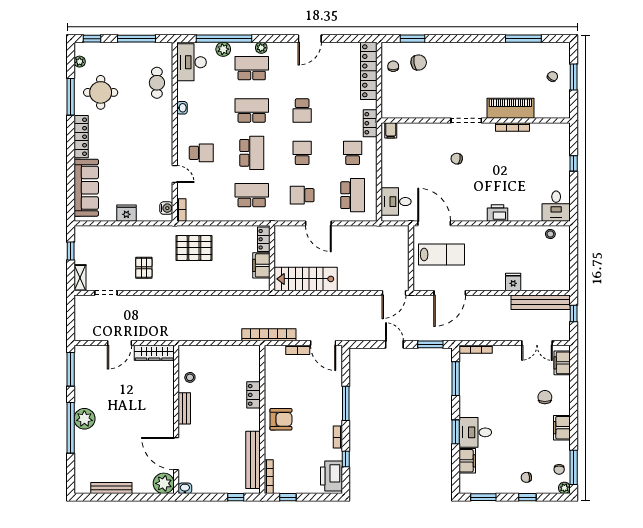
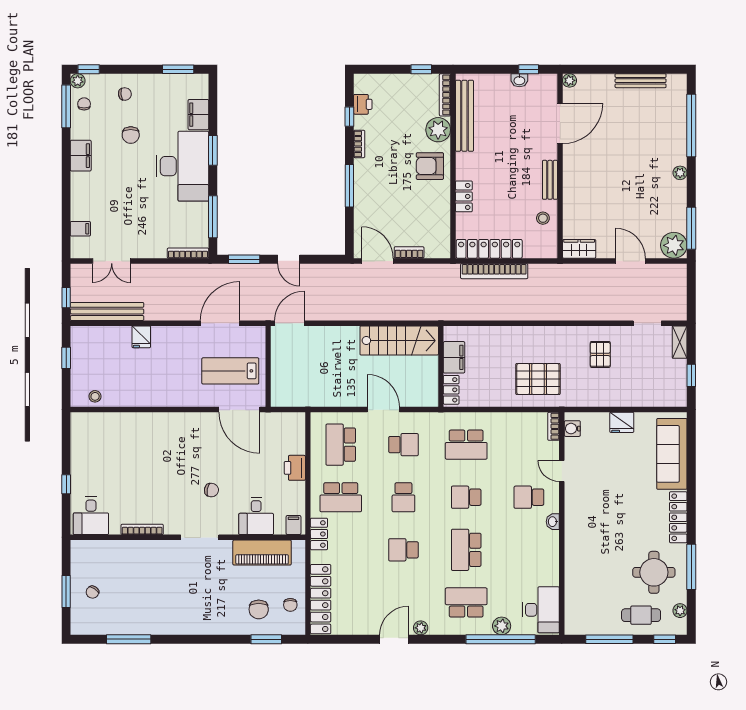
plant: (261, 48) -> (421, 628), moved
chair: (419, 63) -> (259, 609), turned -81
school desk: (252, 68) -> (466, 602), turned 180
cafe table: (157, 83) -> (641, 615), moved, turned 90
washbasin: (182, 108) -> (553, 522), moved
piano: (510, 108) -> (262, 553), moved
school desk: (252, 111) -> (466, 550), turned 90
school desk: (302, 111) -> (403, 550), turned -90
school desk: (252, 153) -> (466, 497), width x0.54
school desk: (353, 153) -> (341, 497), width x1.85
desk: (396, 202) -> (256, 516), moved, turned 90
desk: (556, 206) -> (91, 516), moved, turned 180
printer: (498, 213) -> (295, 468), moved, turned 90
window: (574, 265) -> (66, 358), added
bookcase: (269, 335) -> (494, 271), moved
door: (120, 343) -> (630, 261), hinge flipped
double door: (537, 343) -> (112, 261), swing flipped
wardrobe: (154, 353) -> (579, 249), width x0.67
locker: (233, 353) -> (489, 249), added
plant: (85, 356) -> (674, 245), added
filing cabinet: (562, 363) -> (80, 229), width x0.50
chair: (545, 397) -> (131, 135), moved
plant: (84, 419) -> (680, 173), width x0.53, depth x0.53
window: (71, 428) -> (691, 126), moved
desk: (475, 432) -> (182, 166), width x1.87, depth x1.30
plant: (274, 449) -> (438, 130), added
door: (176, 454) -> (560, 123), hinge flipped
printer: (331, 476) -> (363, 104), width x0.53, depth x0.68
plant: (164, 483) -> (570, 80), width x0.53, depth x0.53
washbasin: (185, 488) -> (519, 80), moved
window: (236, 497) -> (529, 69), moved
window: (527, 497) -> (89, 69), moved

